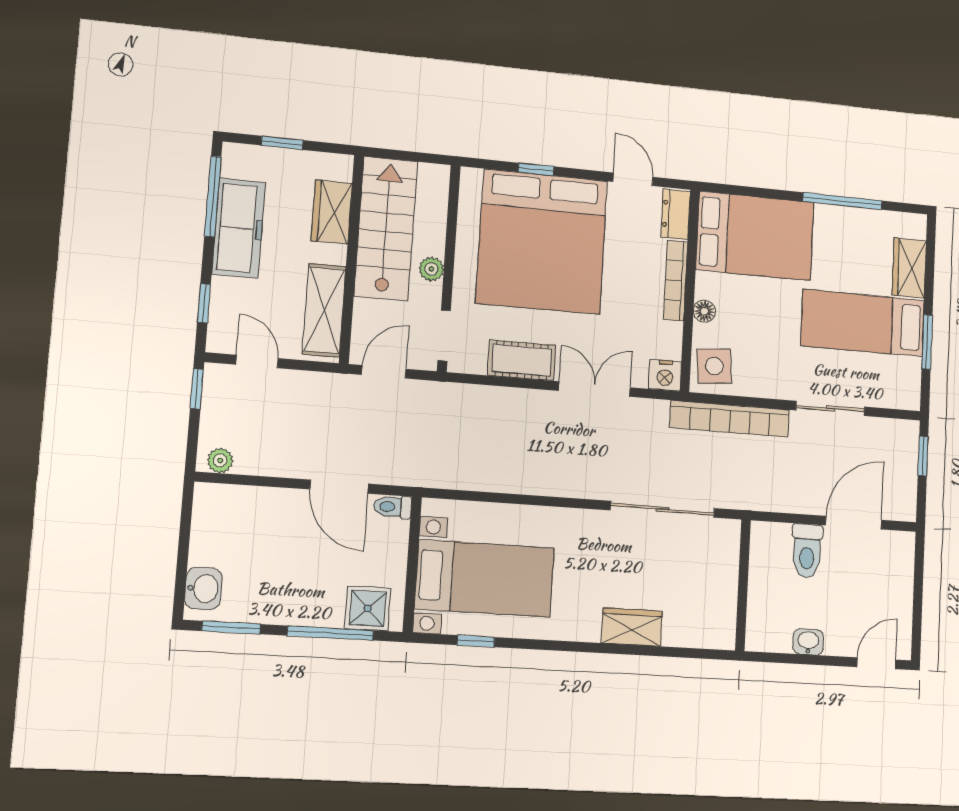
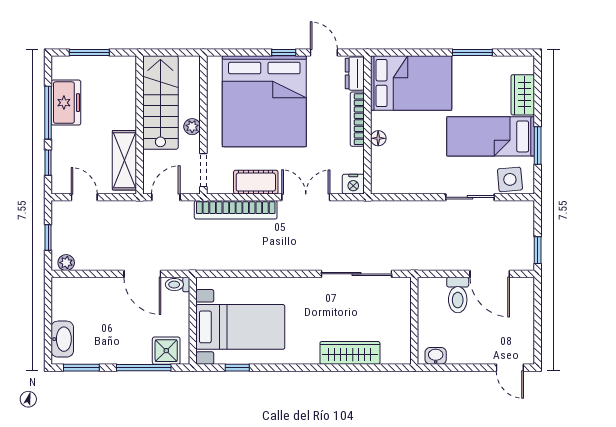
window: (282, 143) -> (89, 53), width x1.50
window: (536, 169) -> (284, 53), moved
window: (213, 196) -> (48, 113), moved
window: (843, 201) -> (472, 53), width x0.69
wardrobe: (332, 212) -> (125, 95), removed
freezer: (239, 228) -> (66, 103), width x0.71
side table: (714, 366) -> (510, 179), moved
window: (197, 389) -> (48, 237), moved
bookcase: (730, 419) -> (236, 210), moved
window: (923, 456) -> (538, 250), moved
door: (854, 523) -> (490, 274), swing flipped
washbasin: (203, 588) -> (62, 339), width x1.38
wardrobe: (632, 627) -> (350, 353), width x1.50
washbasin: (808, 642) -> (436, 356), moved
door: (876, 663) -> (510, 368), swing flipped

